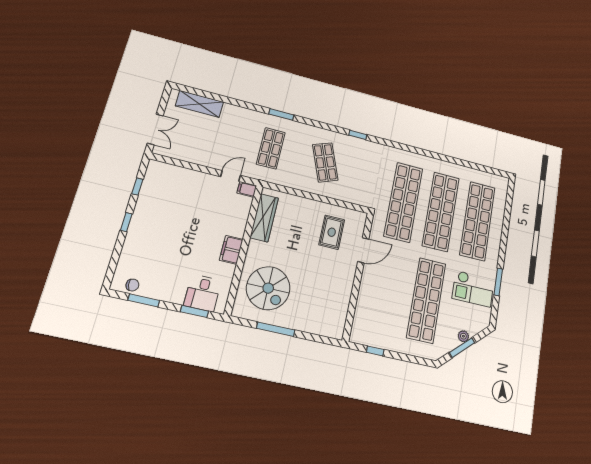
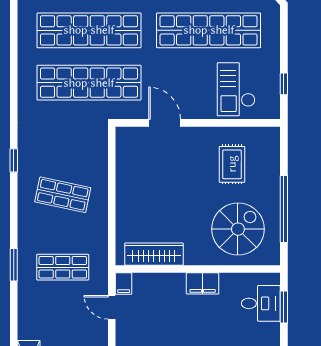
shop shelf: (325, 162) -> (63, 195), turned 33
rug: (332, 232) -> (232, 164), moved, turned 90
checkout: (378, 312) -> (236, 89), added
window: (276, 329) -> (284, 209), width x1.46

